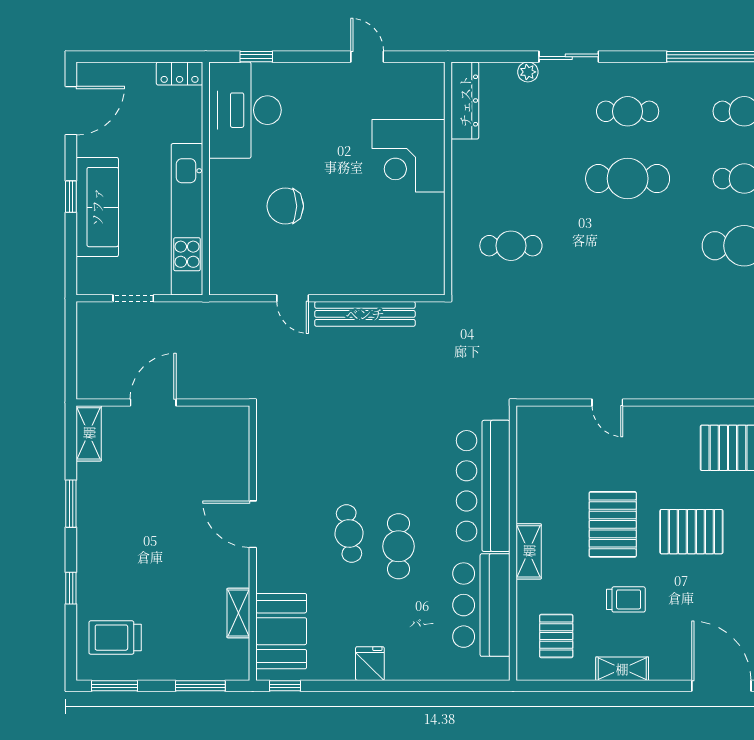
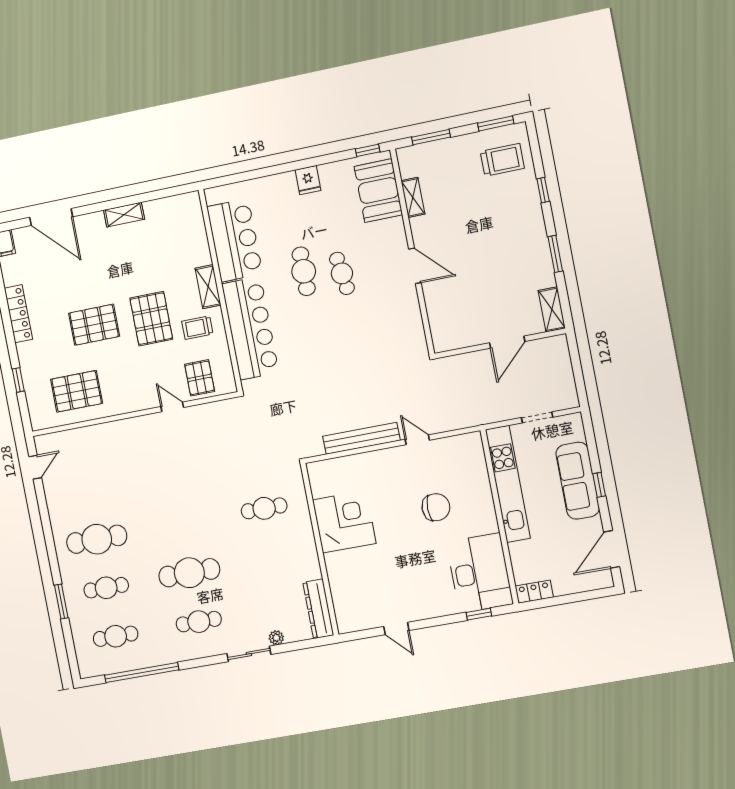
corner desk: (408, 156) -> (344, 522), moved
trolley: (626, 599) -> (197, 328), moved
pallet: (556, 636) -> (200, 378), moved

